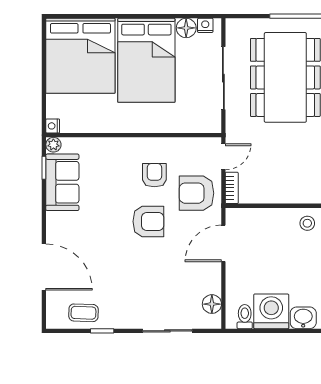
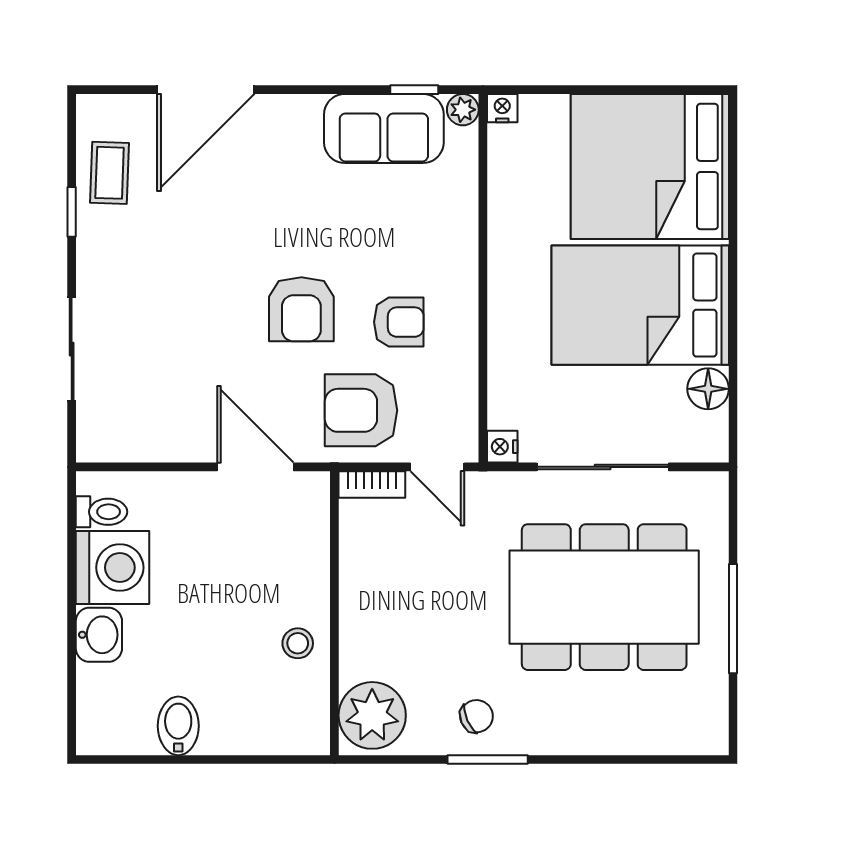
nightstand: (205, 25) -> (502, 447), moved, turned 180
armchair: (196, 193) -> (361, 410), turned -90
floor lamp: (212, 304) -> (128, 443), removed

